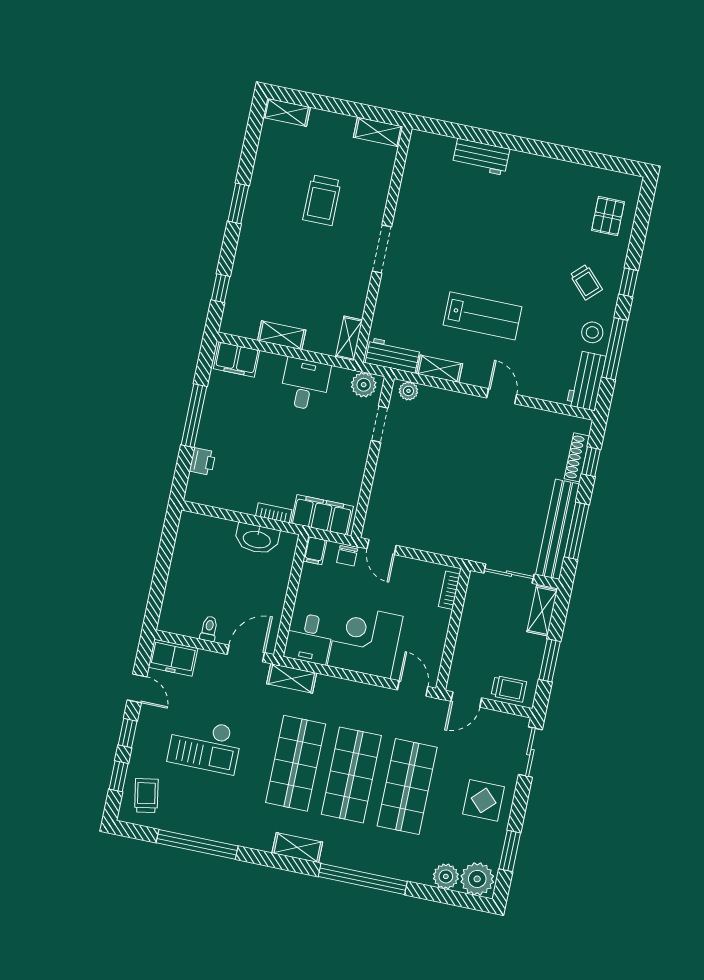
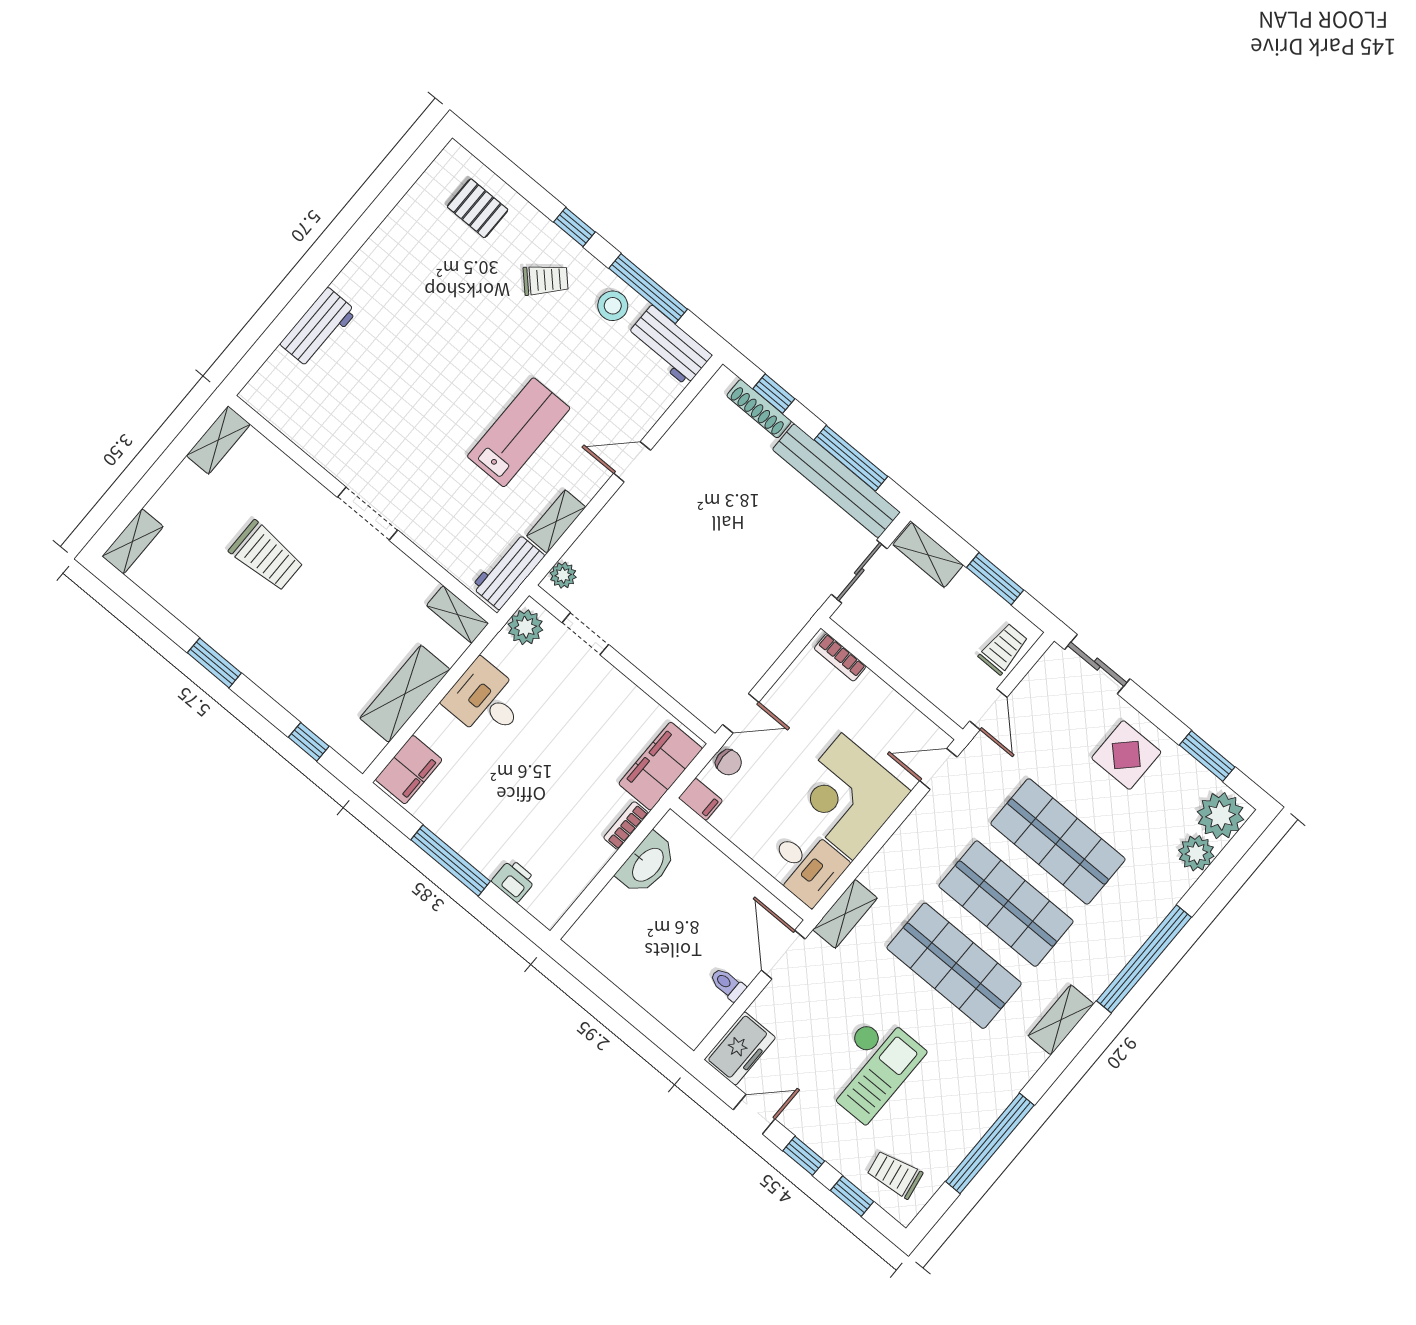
shelving: (282, 335) -> (405, 694), width x1.50, depth x1.33

